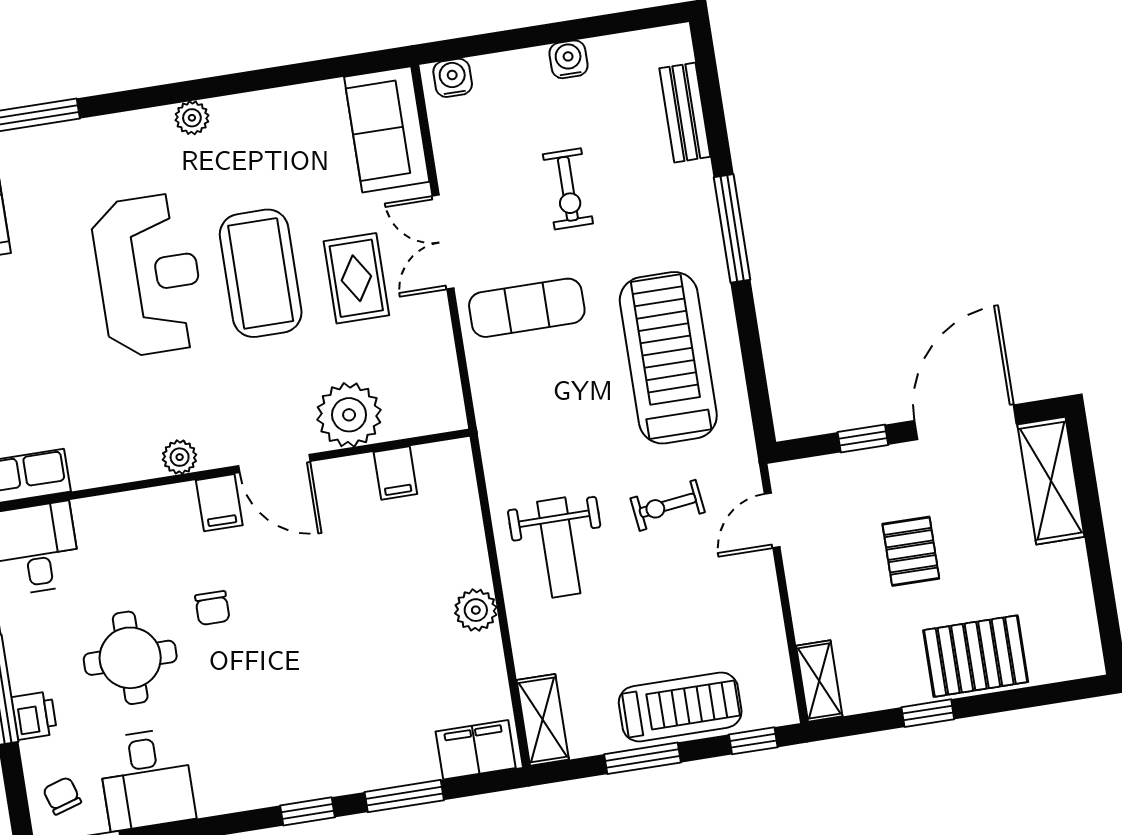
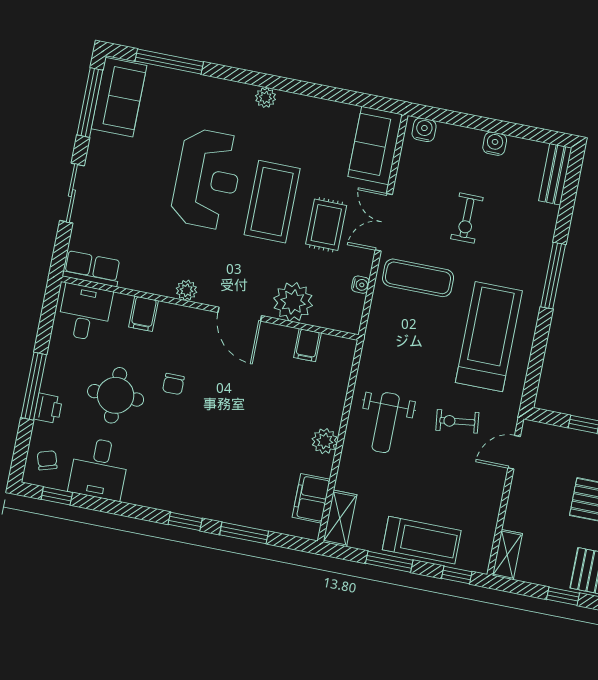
bench: (685, 113) -> (555, 174), moved
water cooler: (443, 351) -> (361, 285), added
filing cabinet: (219, 503) -> (144, 314), moved
filing cabinet: (476, 750) -> (311, 498), moved, turned -90

